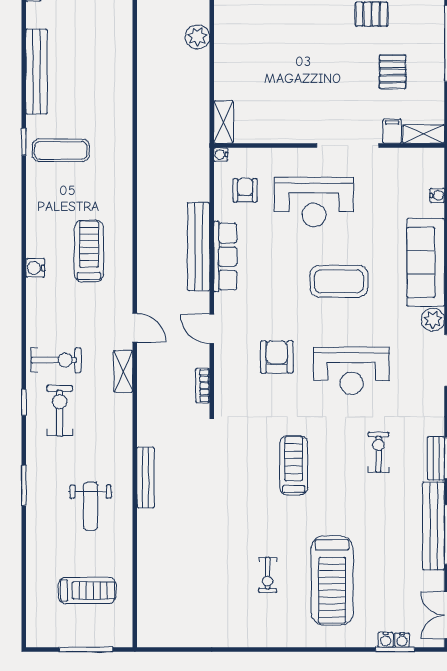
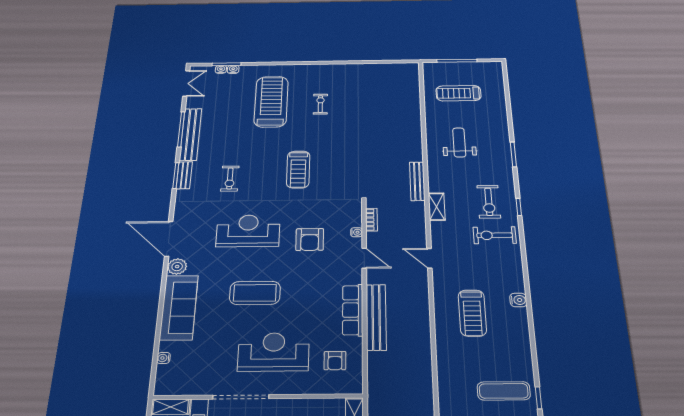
water cooler: (221, 155) -> (357, 232), moved
shelving: (123, 371) -> (437, 207), moved
bench: (146, 477) -> (417, 181), moved

